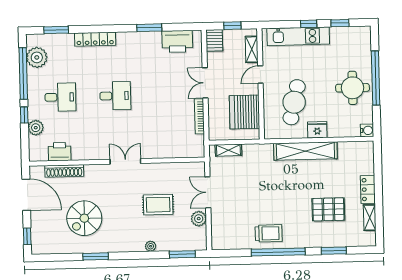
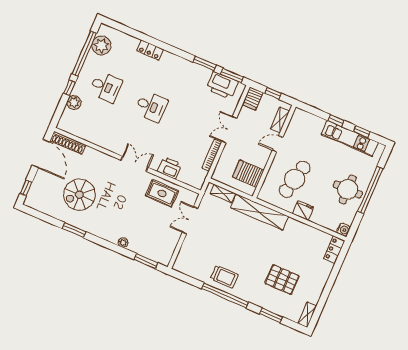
window: (56, 30) -> (232, 76), moved
kitchen unit: (298, 36) -> (350, 138), moved
locker: (95, 39) -> (150, 50), width x0.66
server rack: (245, 112) -> (248, 174), width x0.62
shelving: (305, 151) -> (260, 212), moved
printer: (60, 152) -> (169, 168), moved
shoe rack: (64, 171) -> (68, 143), moved
locker: (368, 190) -> (334, 250), moved
rug: (158, 205) -> (162, 193), moved
shelving: (370, 218) -> (307, 315), moved
plant: (199, 219) -> (173, 238), removed

